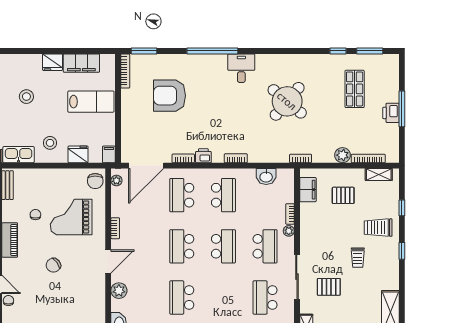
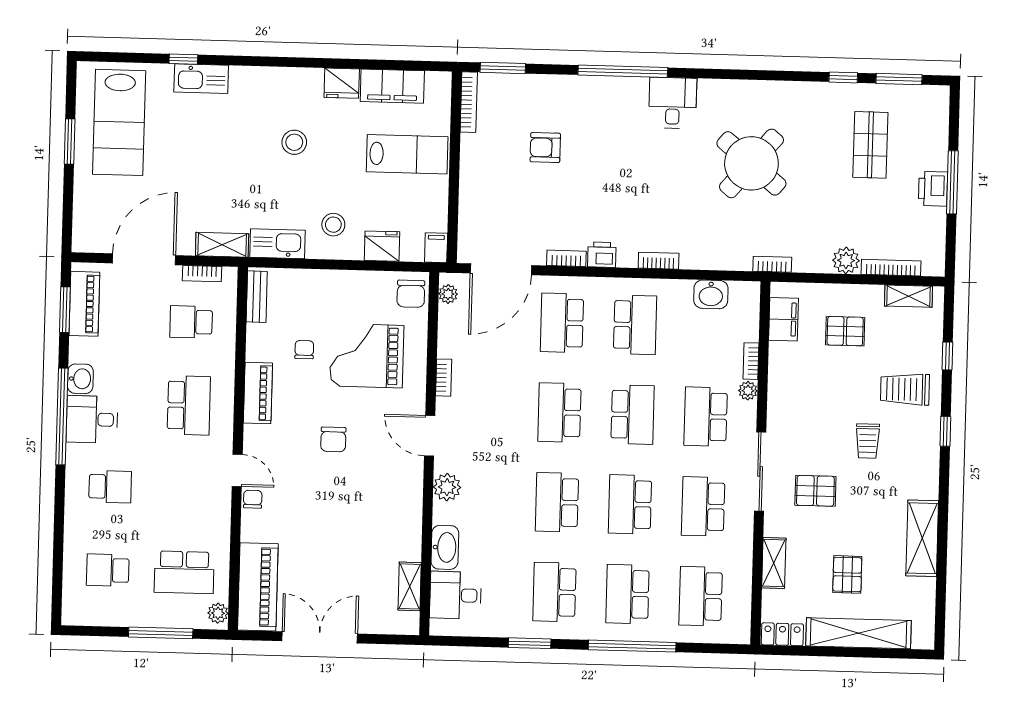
armchair: (169, 96) -> (545, 148), width x0.53, depth x0.53
school desk: (265, 246) -> (706, 417), turned 180
door: (108, 262) -> (430, 436), swing flipped
chair: (53, 265) -> (333, 439), turned -54
school desk: (223, 297) -> (630, 504), added

